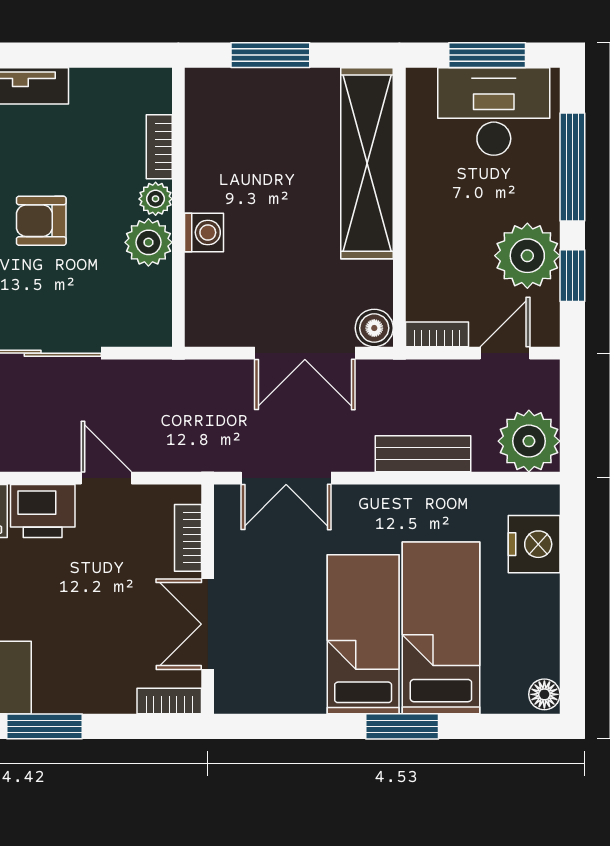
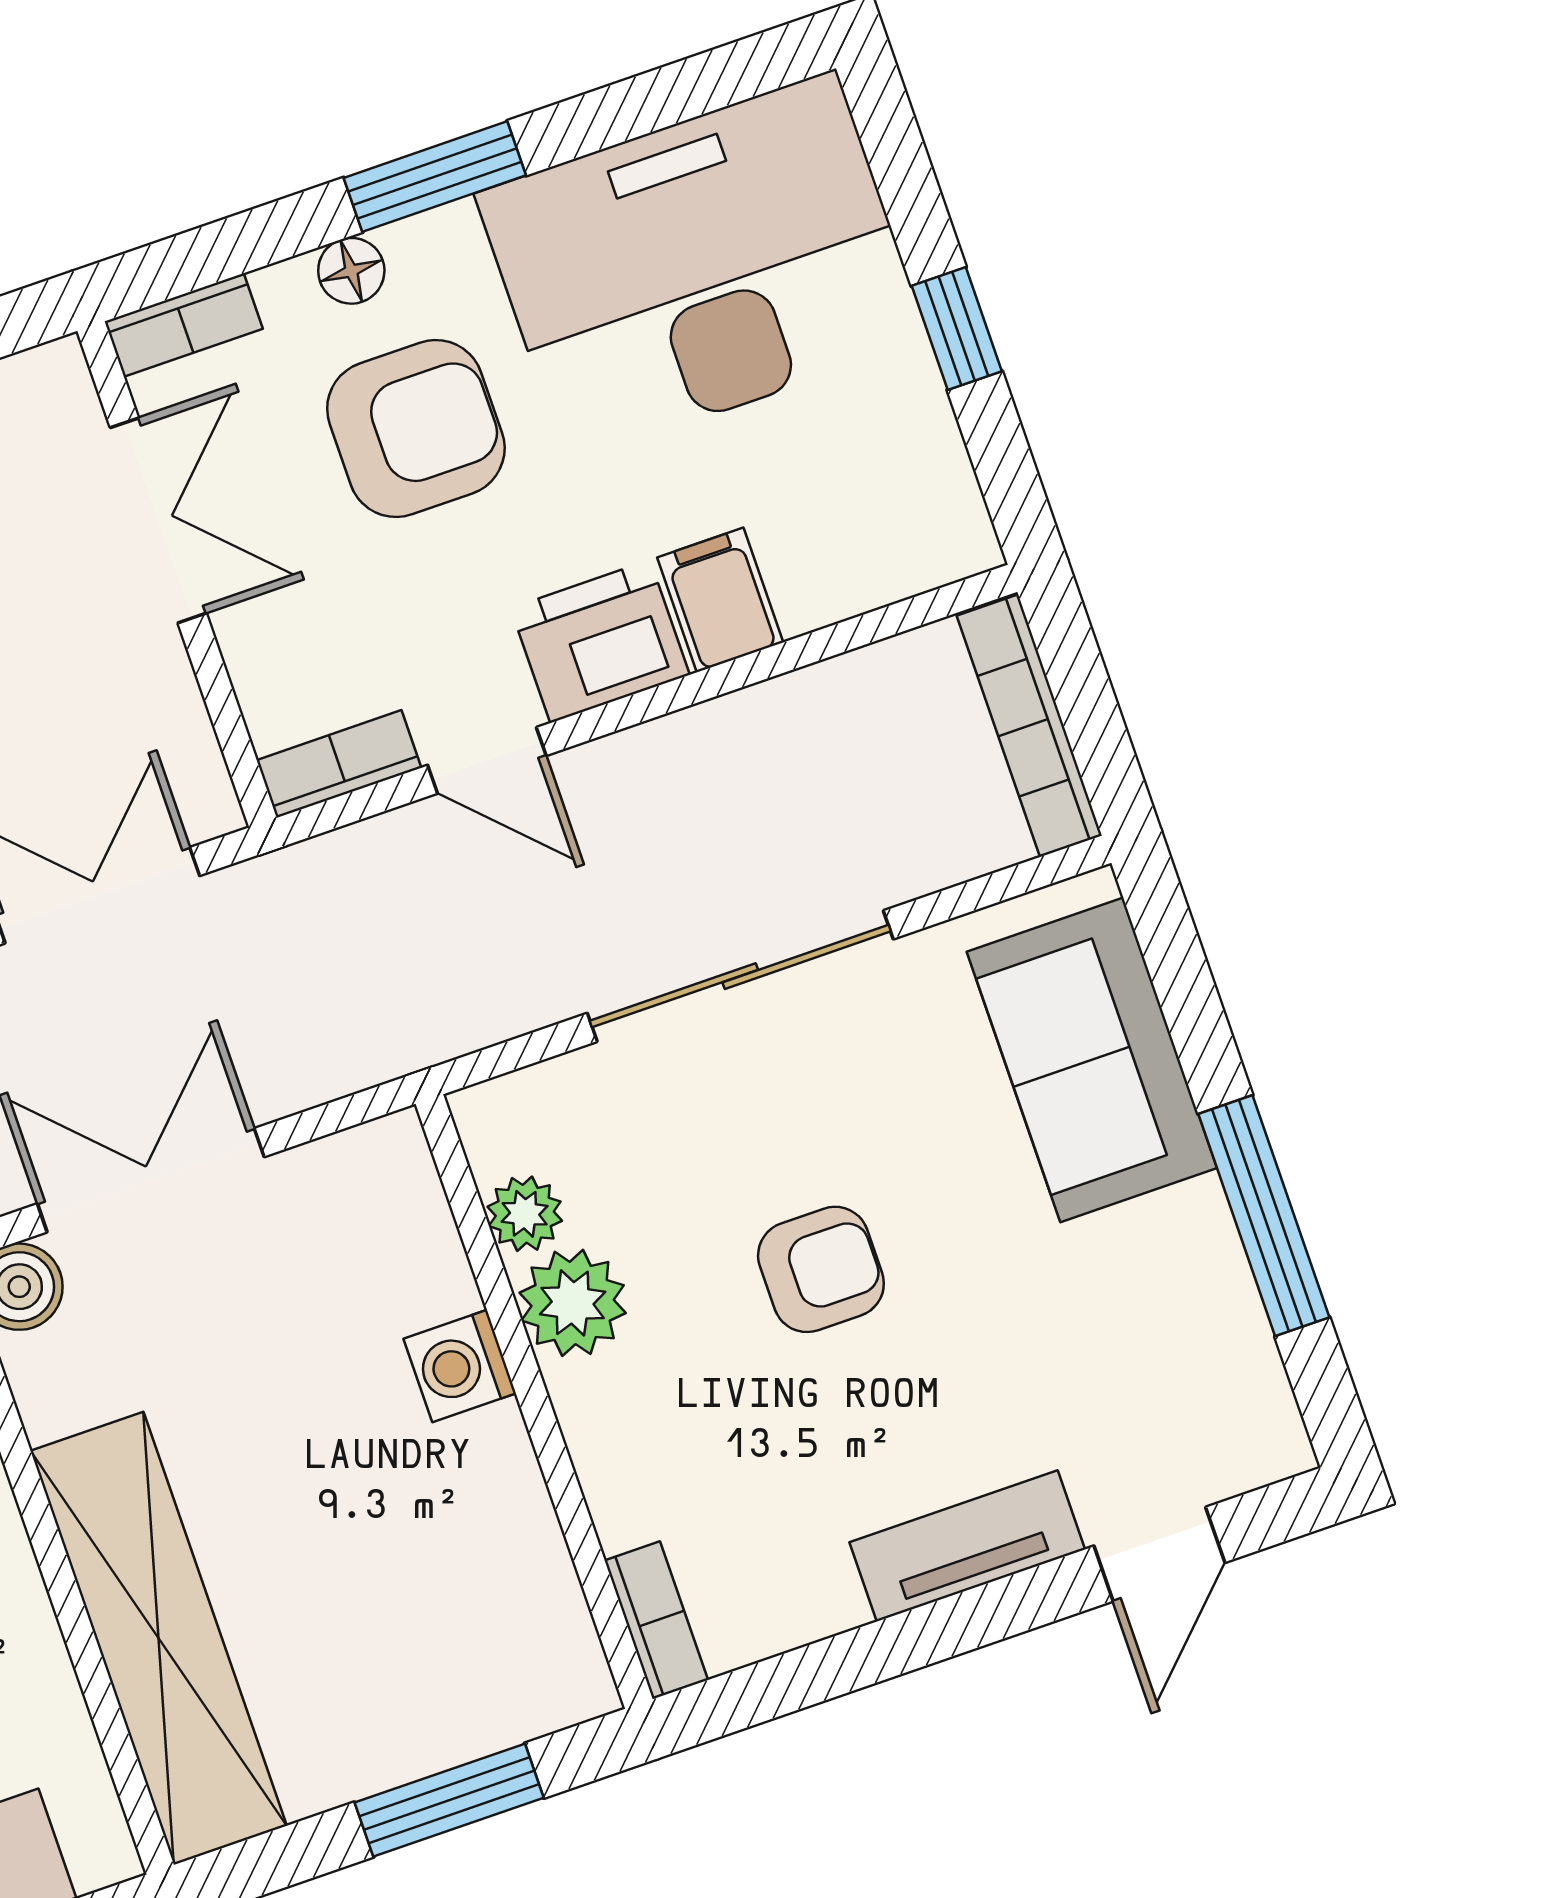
bookcase: (159, 147) -> (656, 1620), moved
plant: (156, 199) -> (525, 1214), moved
bookcase: (188, 538) -> (339, 764), moved, turned -90
armchair: (88, 625) -> (416, 429), added
floor lamp: (92, 699) -> (351, 271), added

